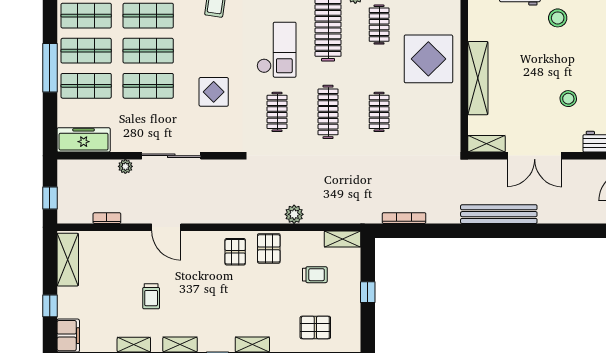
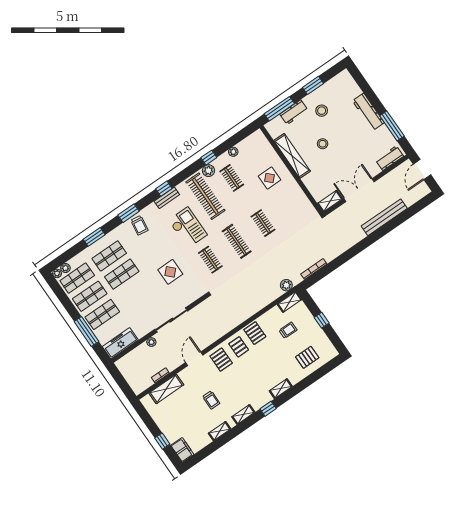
display table: (428, 59) -> (270, 178), width x0.54, depth x0.54
window: (50, 68) -> (86, 331), moved
shelving: (478, 78) -> (292, 156), moved
shop shelf: (148, 86) -> (134, 292), removed
stool: (568, 99) -> (323, 144), moved
double door: (535, 156) -> (359, 190), swing flipped
window: (50, 198) -> (124, 385), removed
plant: (294, 214) -> (286, 285), moved
bench: (499, 214) -> (384, 217), moved
door: (166, 227) -> (194, 359), swing flipped
pallet: (201, 253) -> (221, 360), added
shelving: (68, 260) -> (166, 389), moved, turned 90

